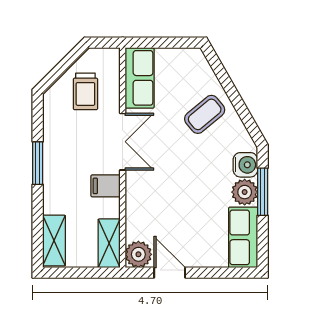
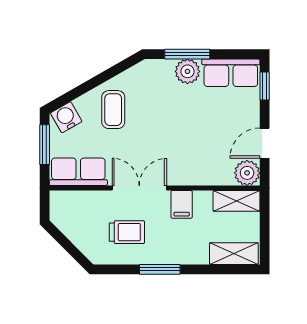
window: (168, 43) -> (45, 145), added
trolley: (85, 91) -> (127, 232), moved
coffee table: (205, 114) -> (113, 110), turned 40
water cooler: (245, 165) -> (66, 117), moved, turned -30
window: (229, 273) -> (265, 86), added

